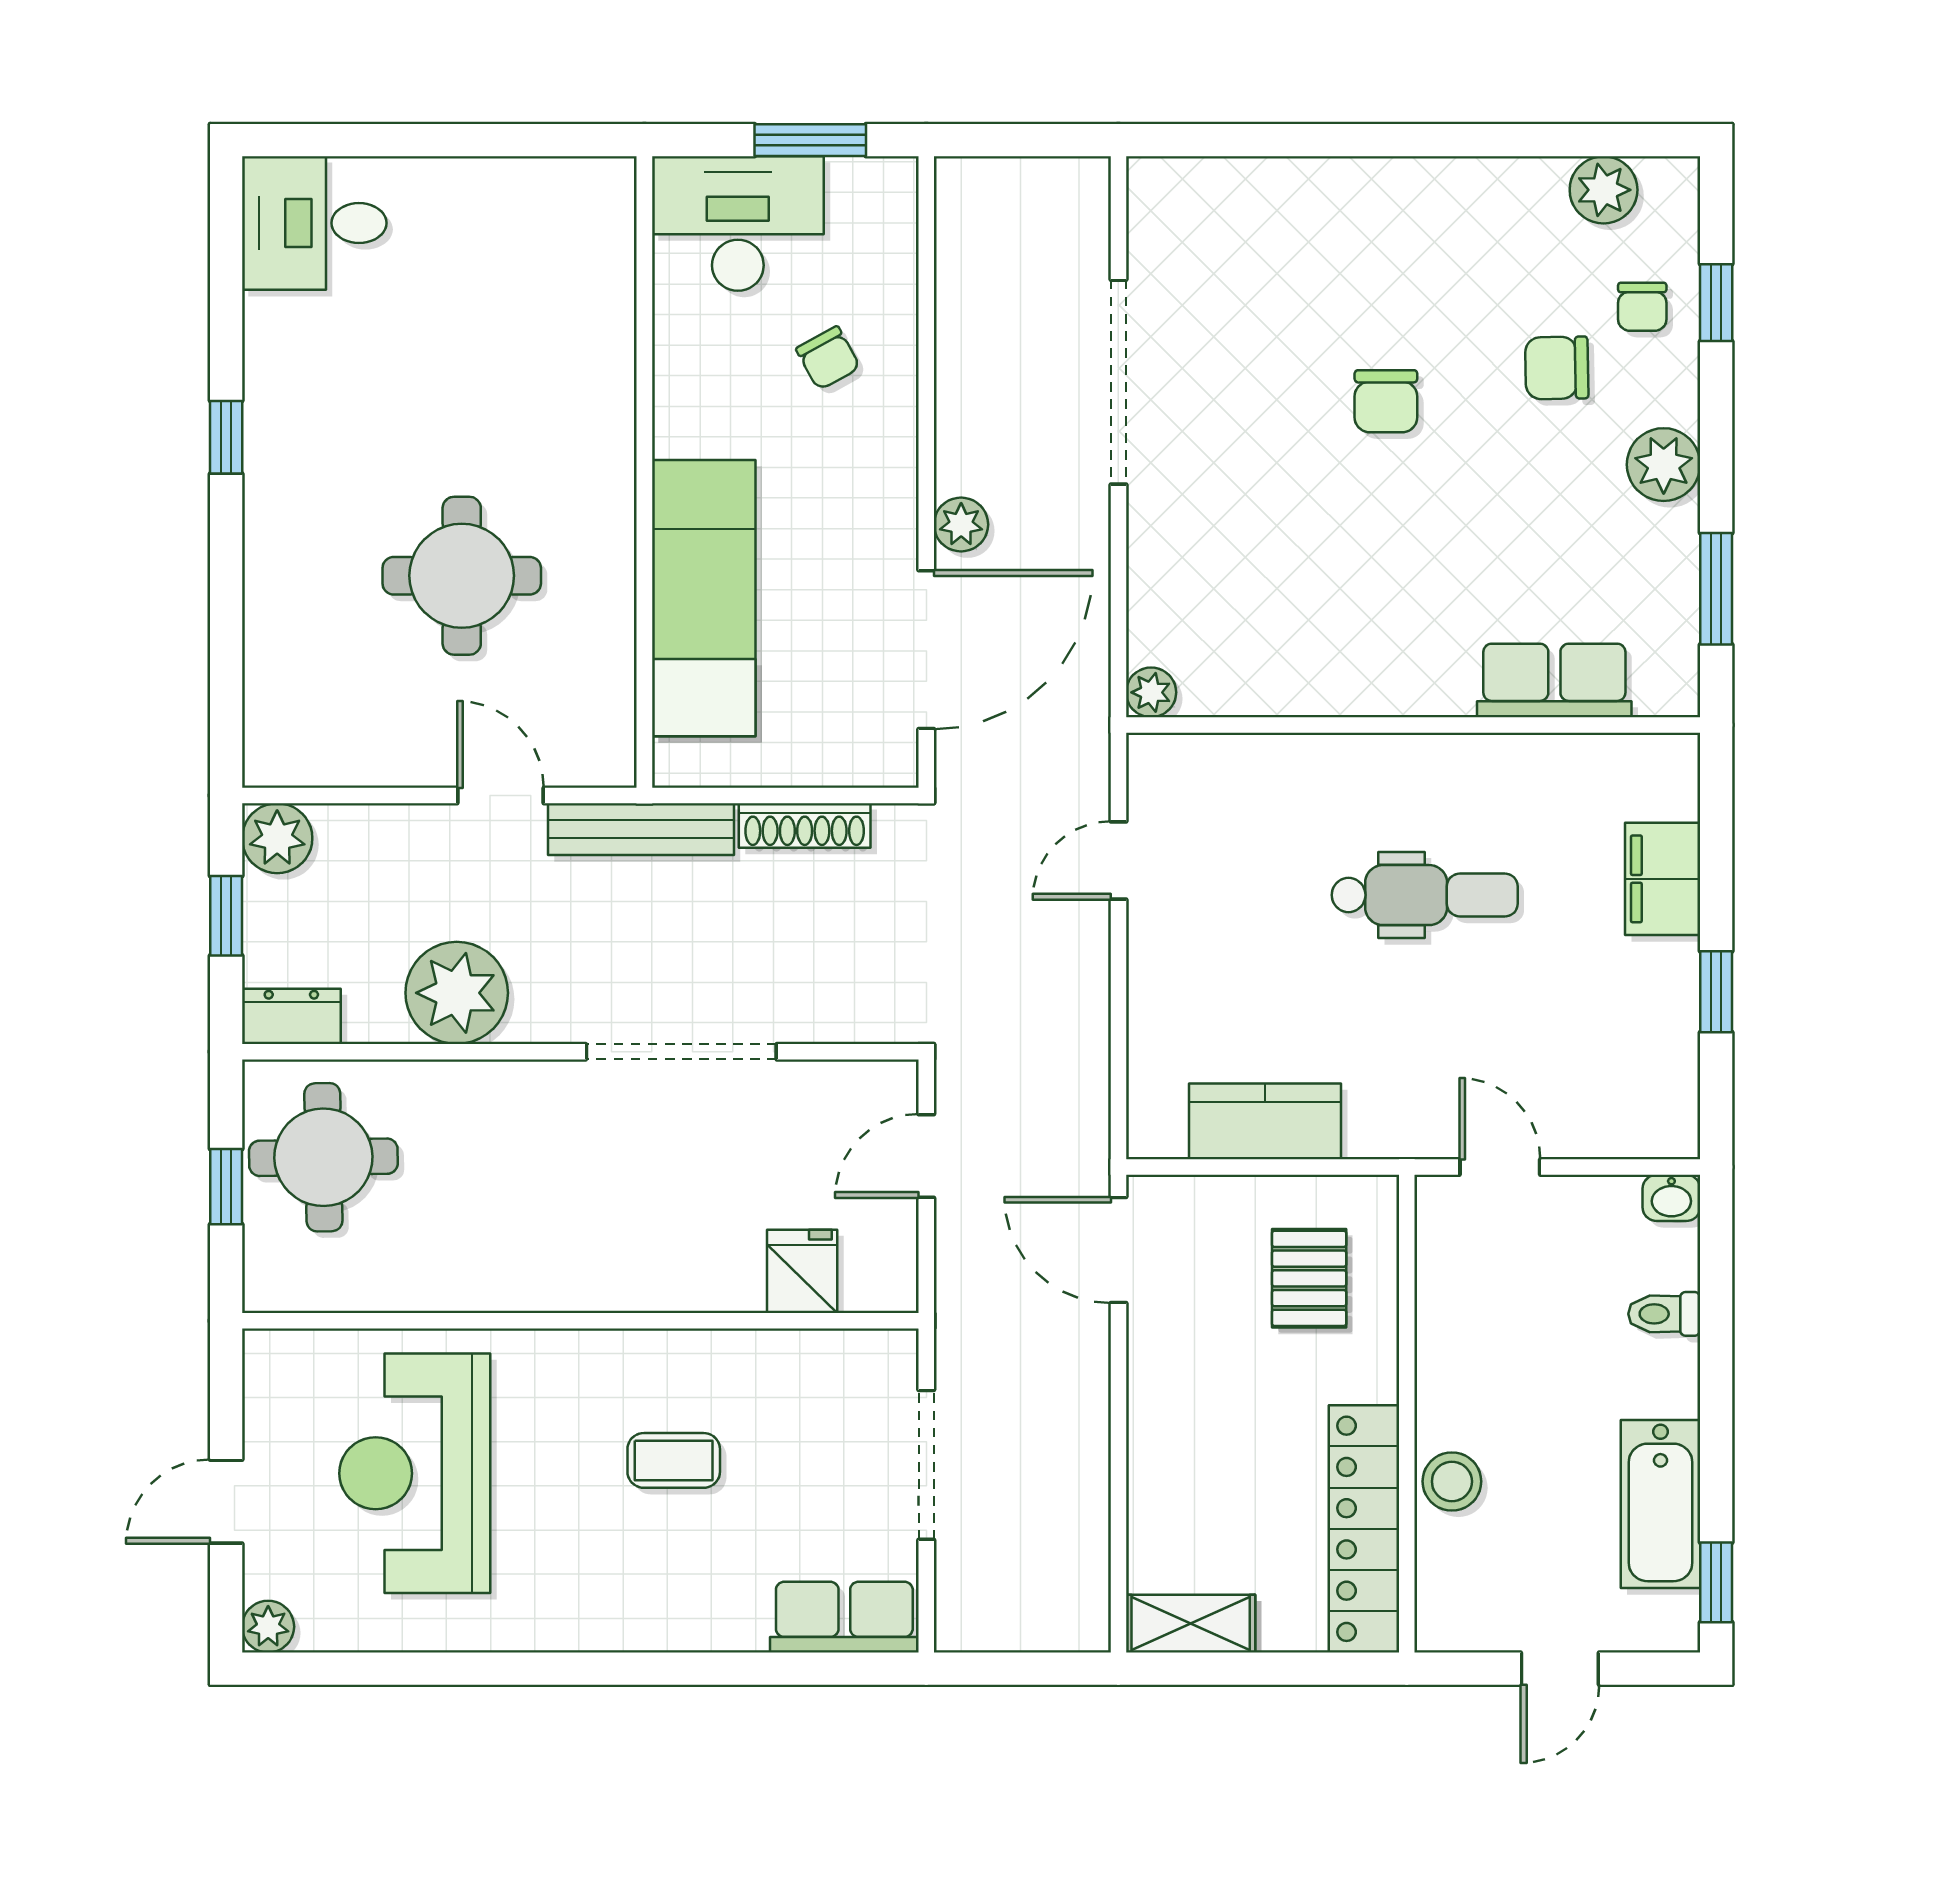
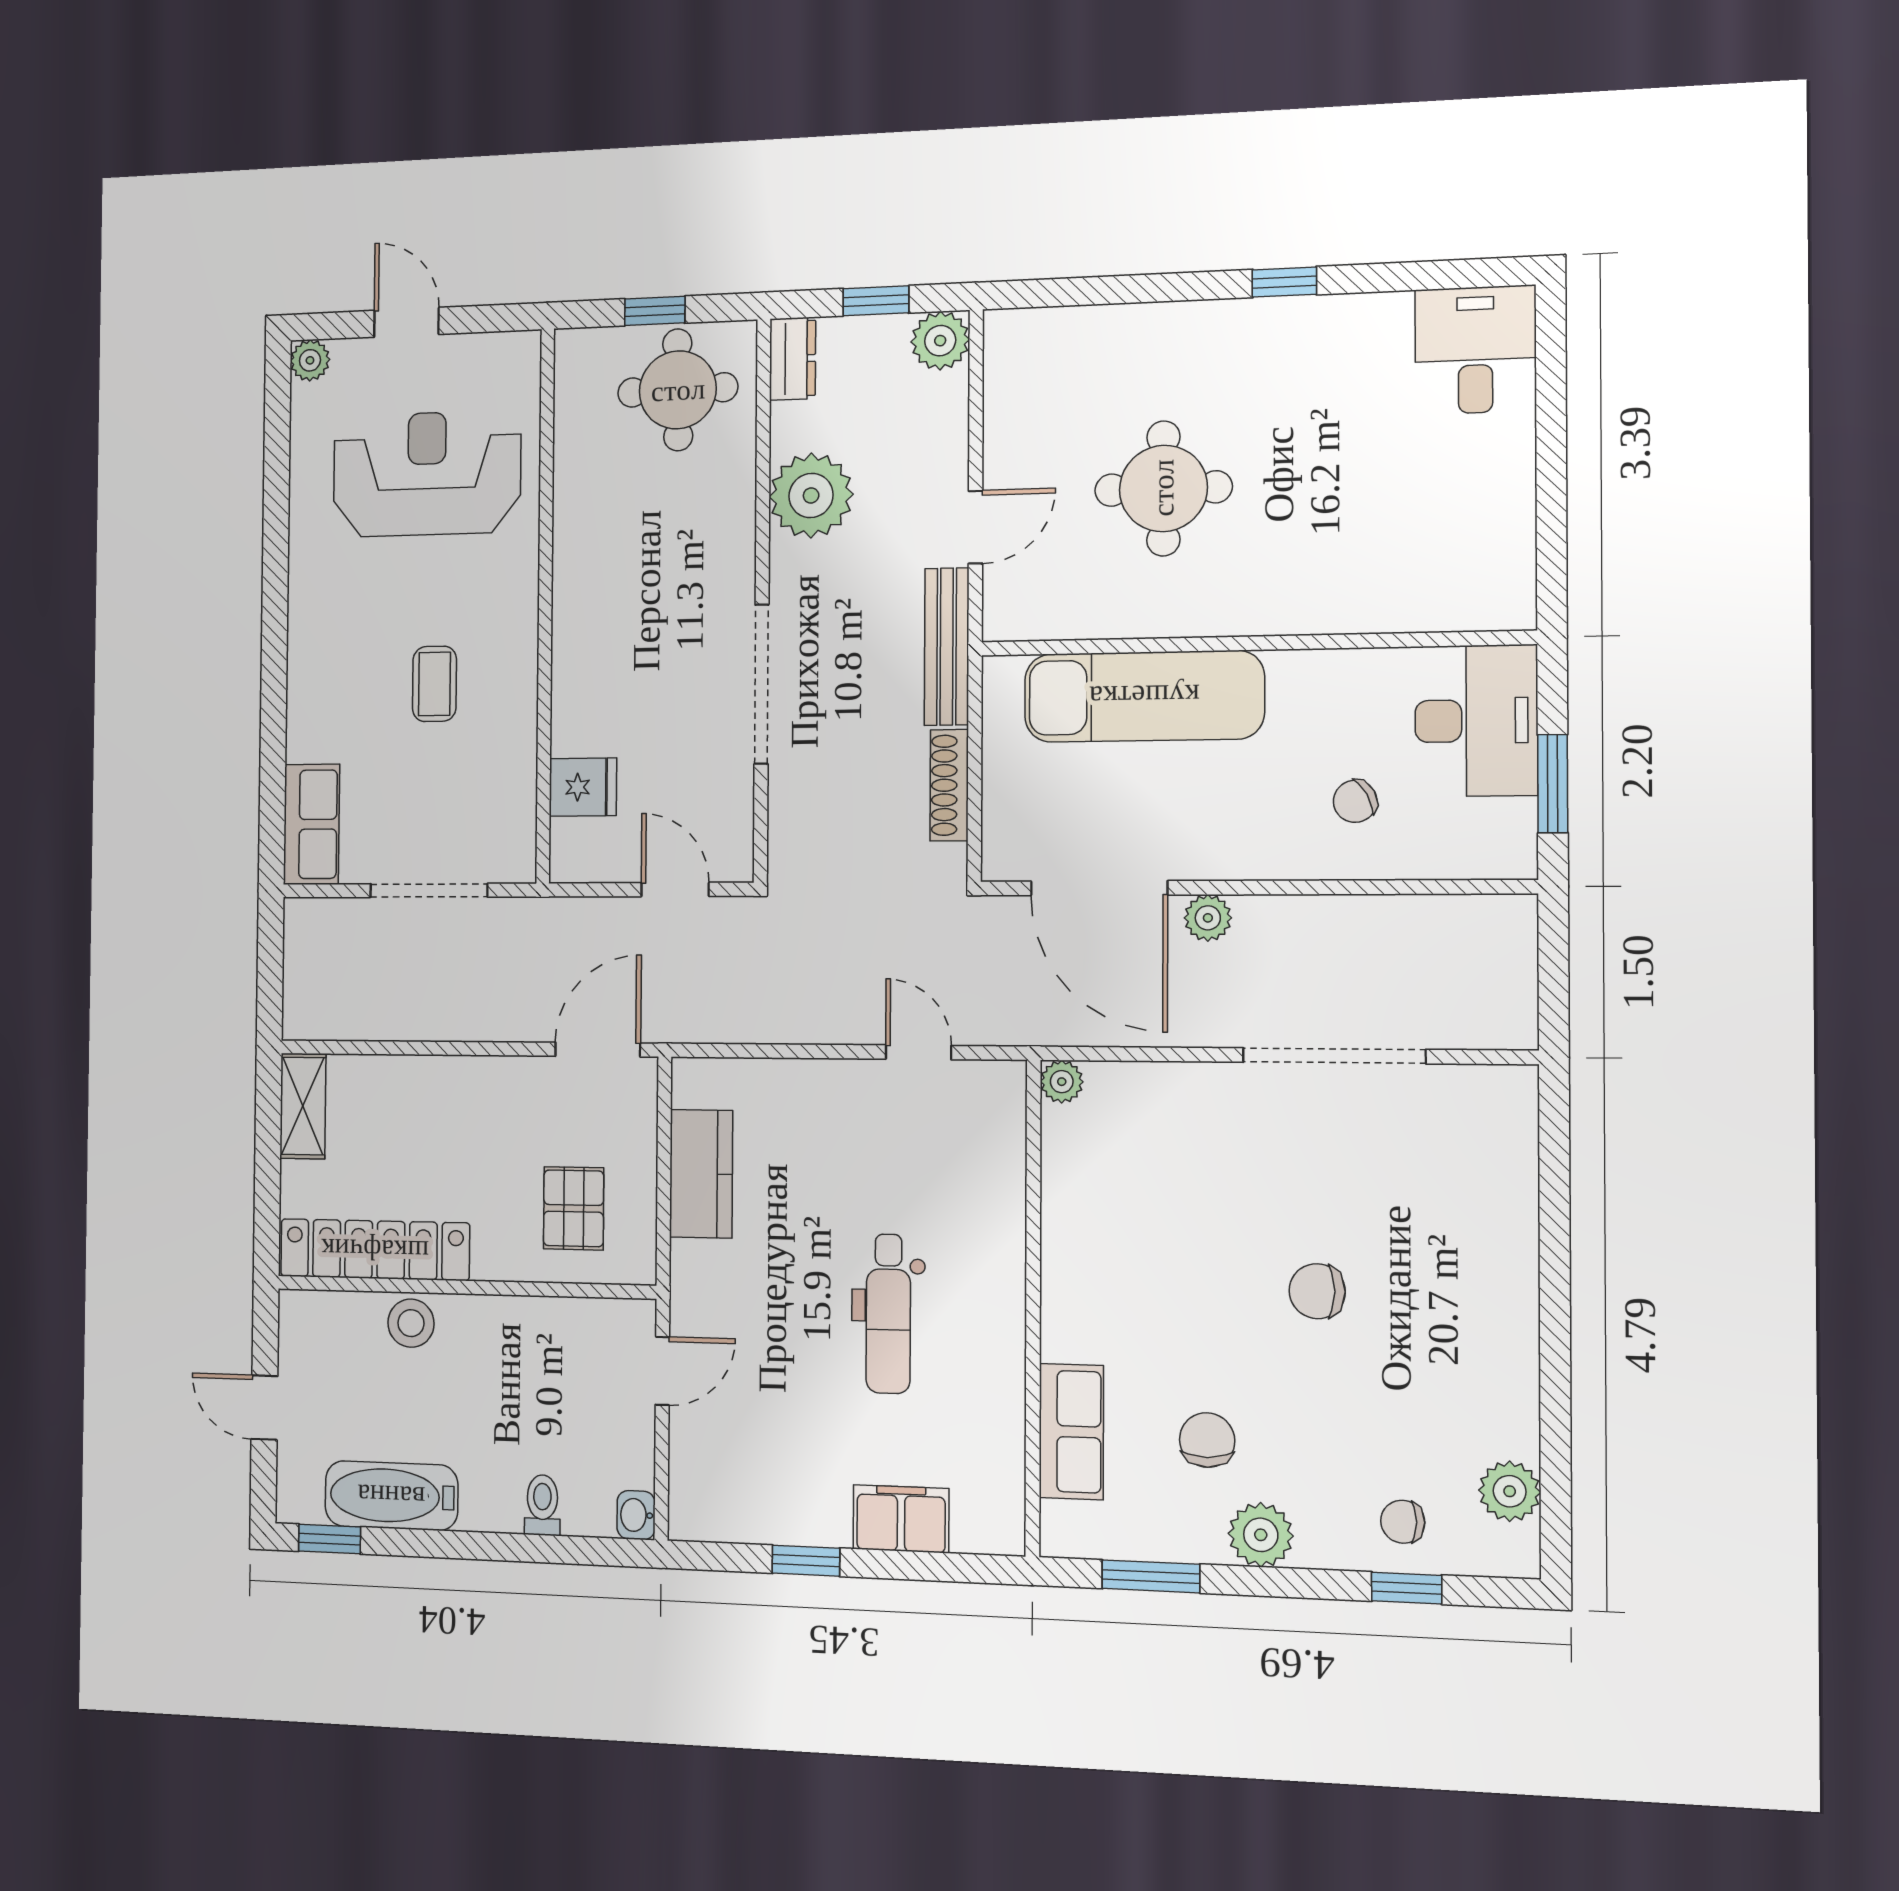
chair: (1557, 368) -> (1207, 1440), moved
pallet: (1309, 1278) -> (574, 1208), turned 90

